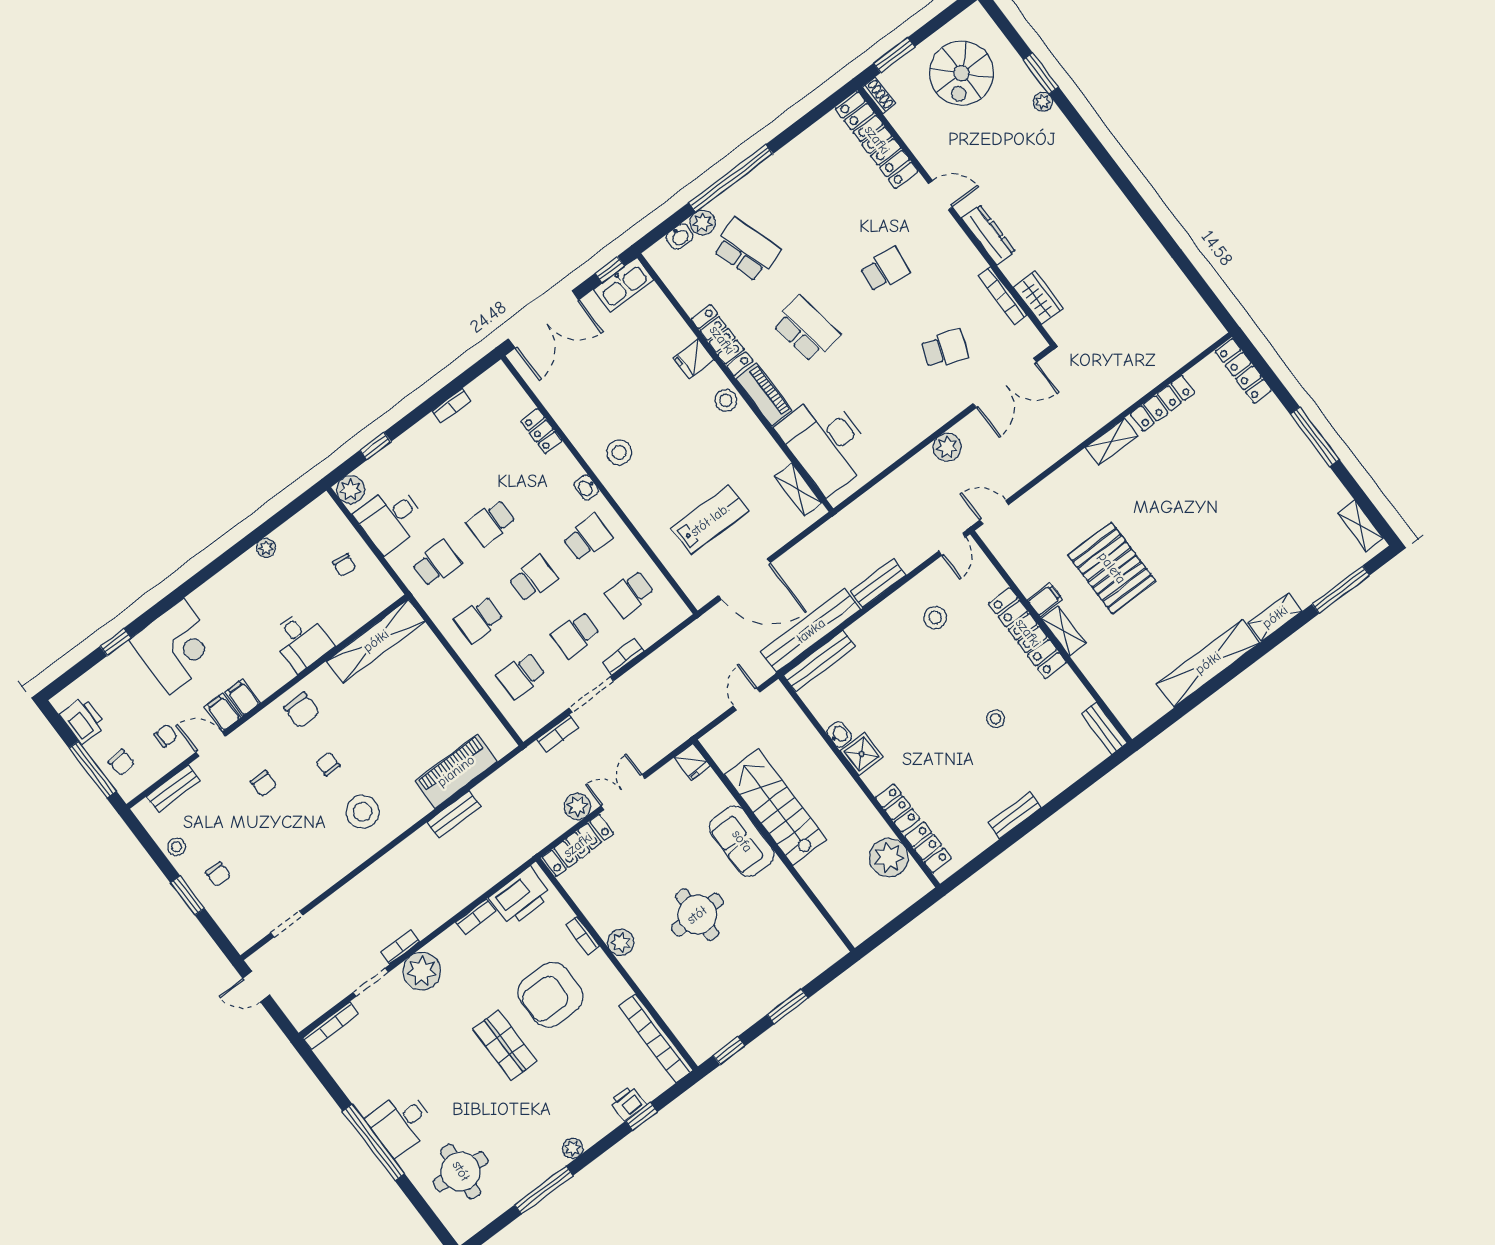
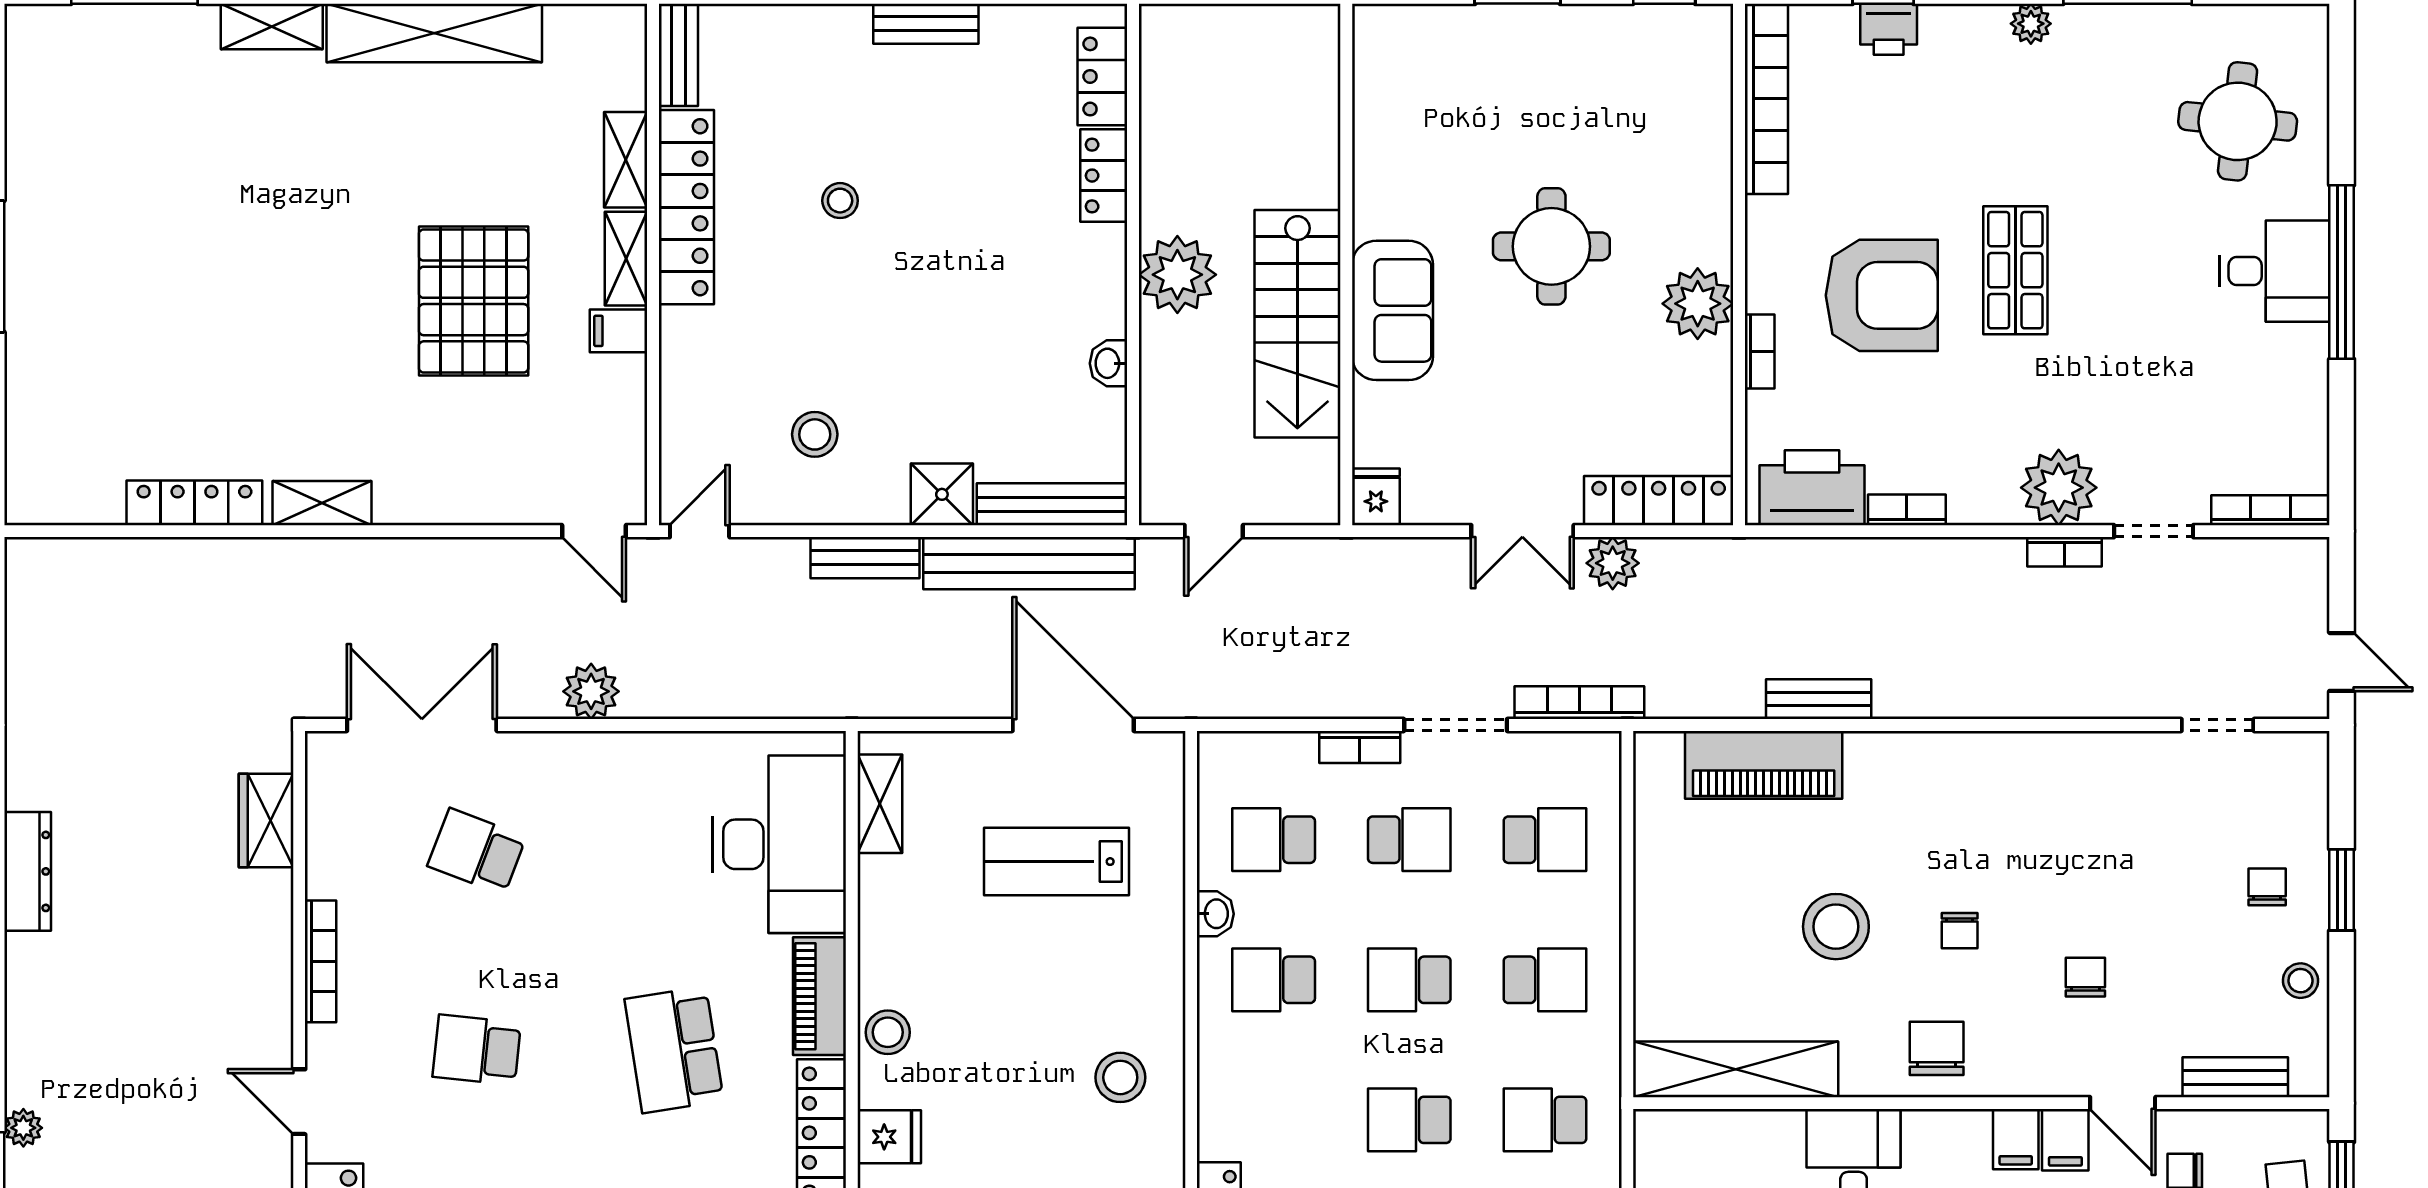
dresser: (988, 235) -> (28, 871), moved, turned 180
bookcase: (1002, 295) -> (321, 961), moved
locker: (1243, 371) -> (27, 457), removed
washbasin: (586, 488) -> (1215, 914), moved
school desk: (491, 523) -> (1409, 1120), turned 180
shelving: (1361, 526) -> (626, 160), moved
school desk: (630, 594) -> (1274, 840), turned 180
locker: (1028, 633) -> (686, 207), moved
bookcase: (558, 734) -> (1579, 703), width x1.56
shower: (862, 754) -> (942, 494), moved
stool: (363, 812) -> (1836, 927), moved
plant: (889, 858) -> (1177, 275), moved
plant: (621, 942) -> (1698, 304), width x1.36, depth x1.36

